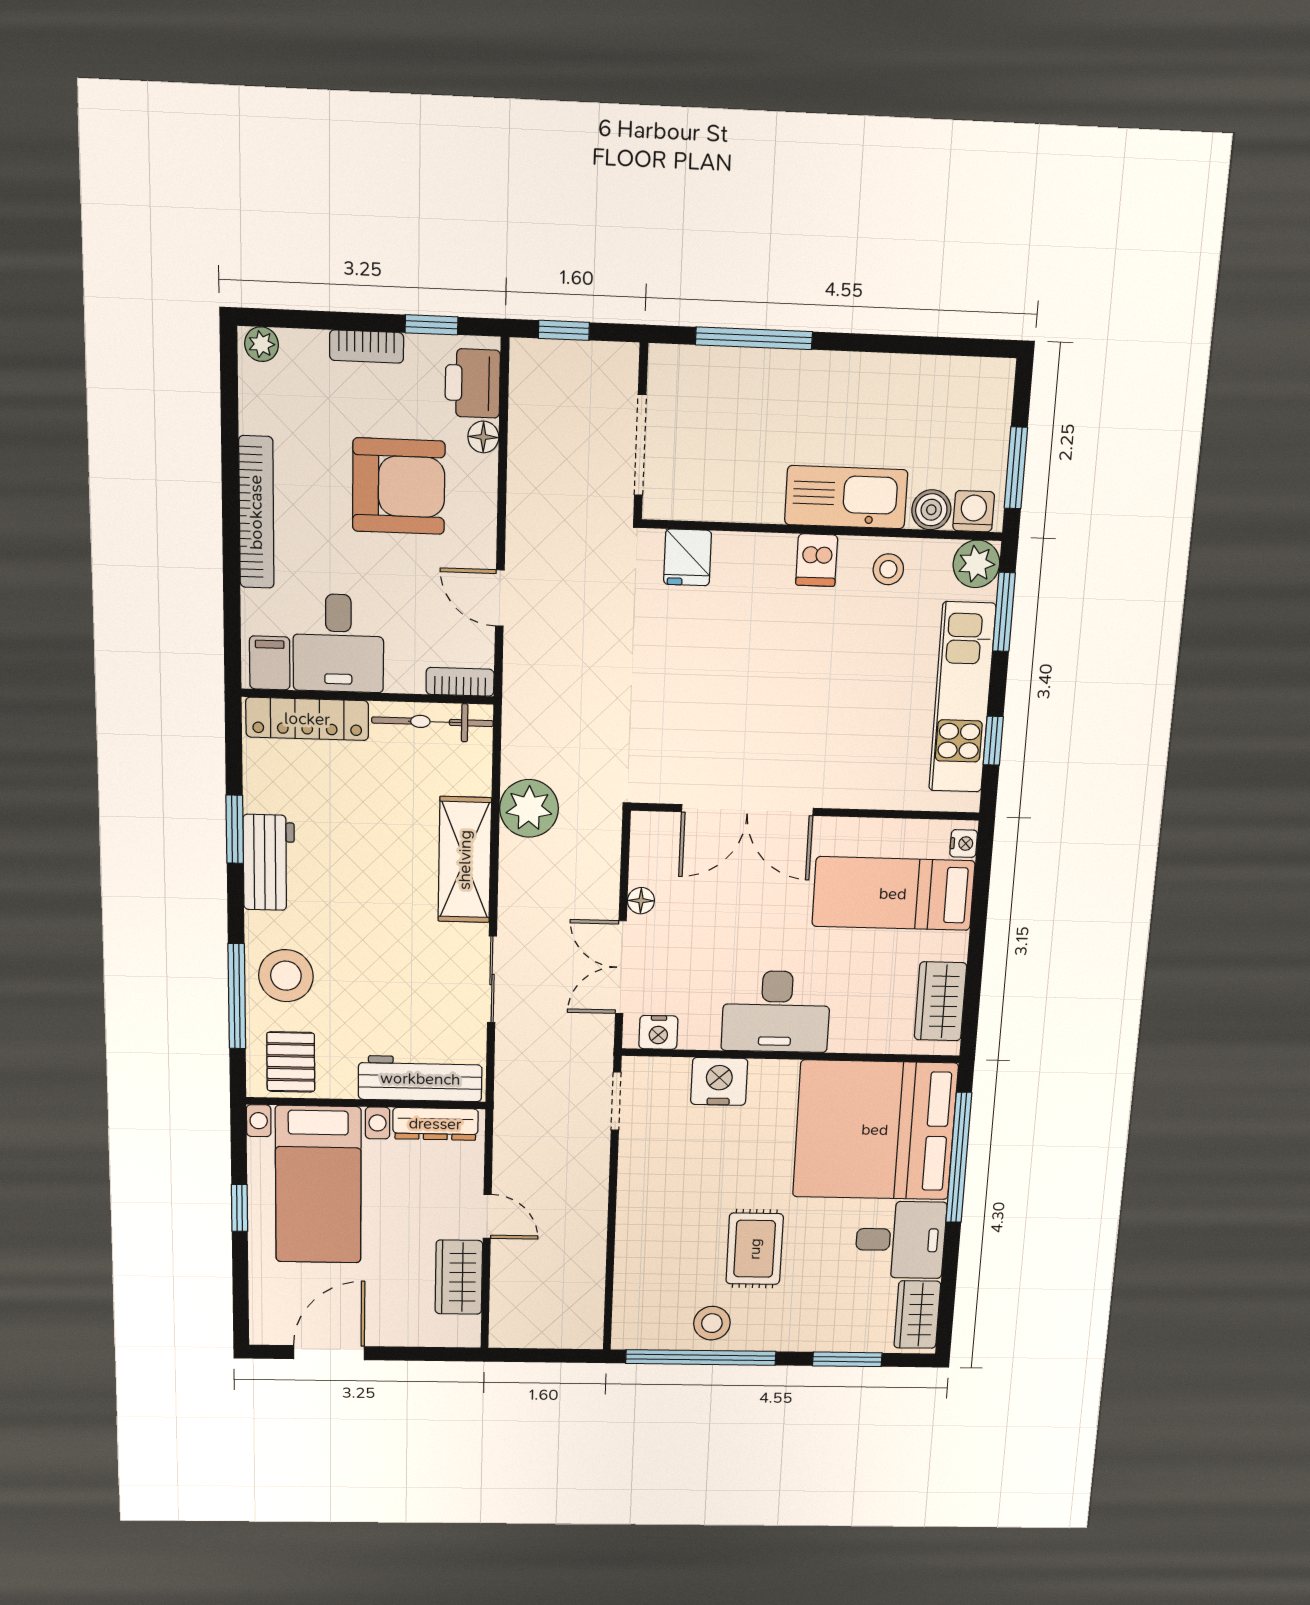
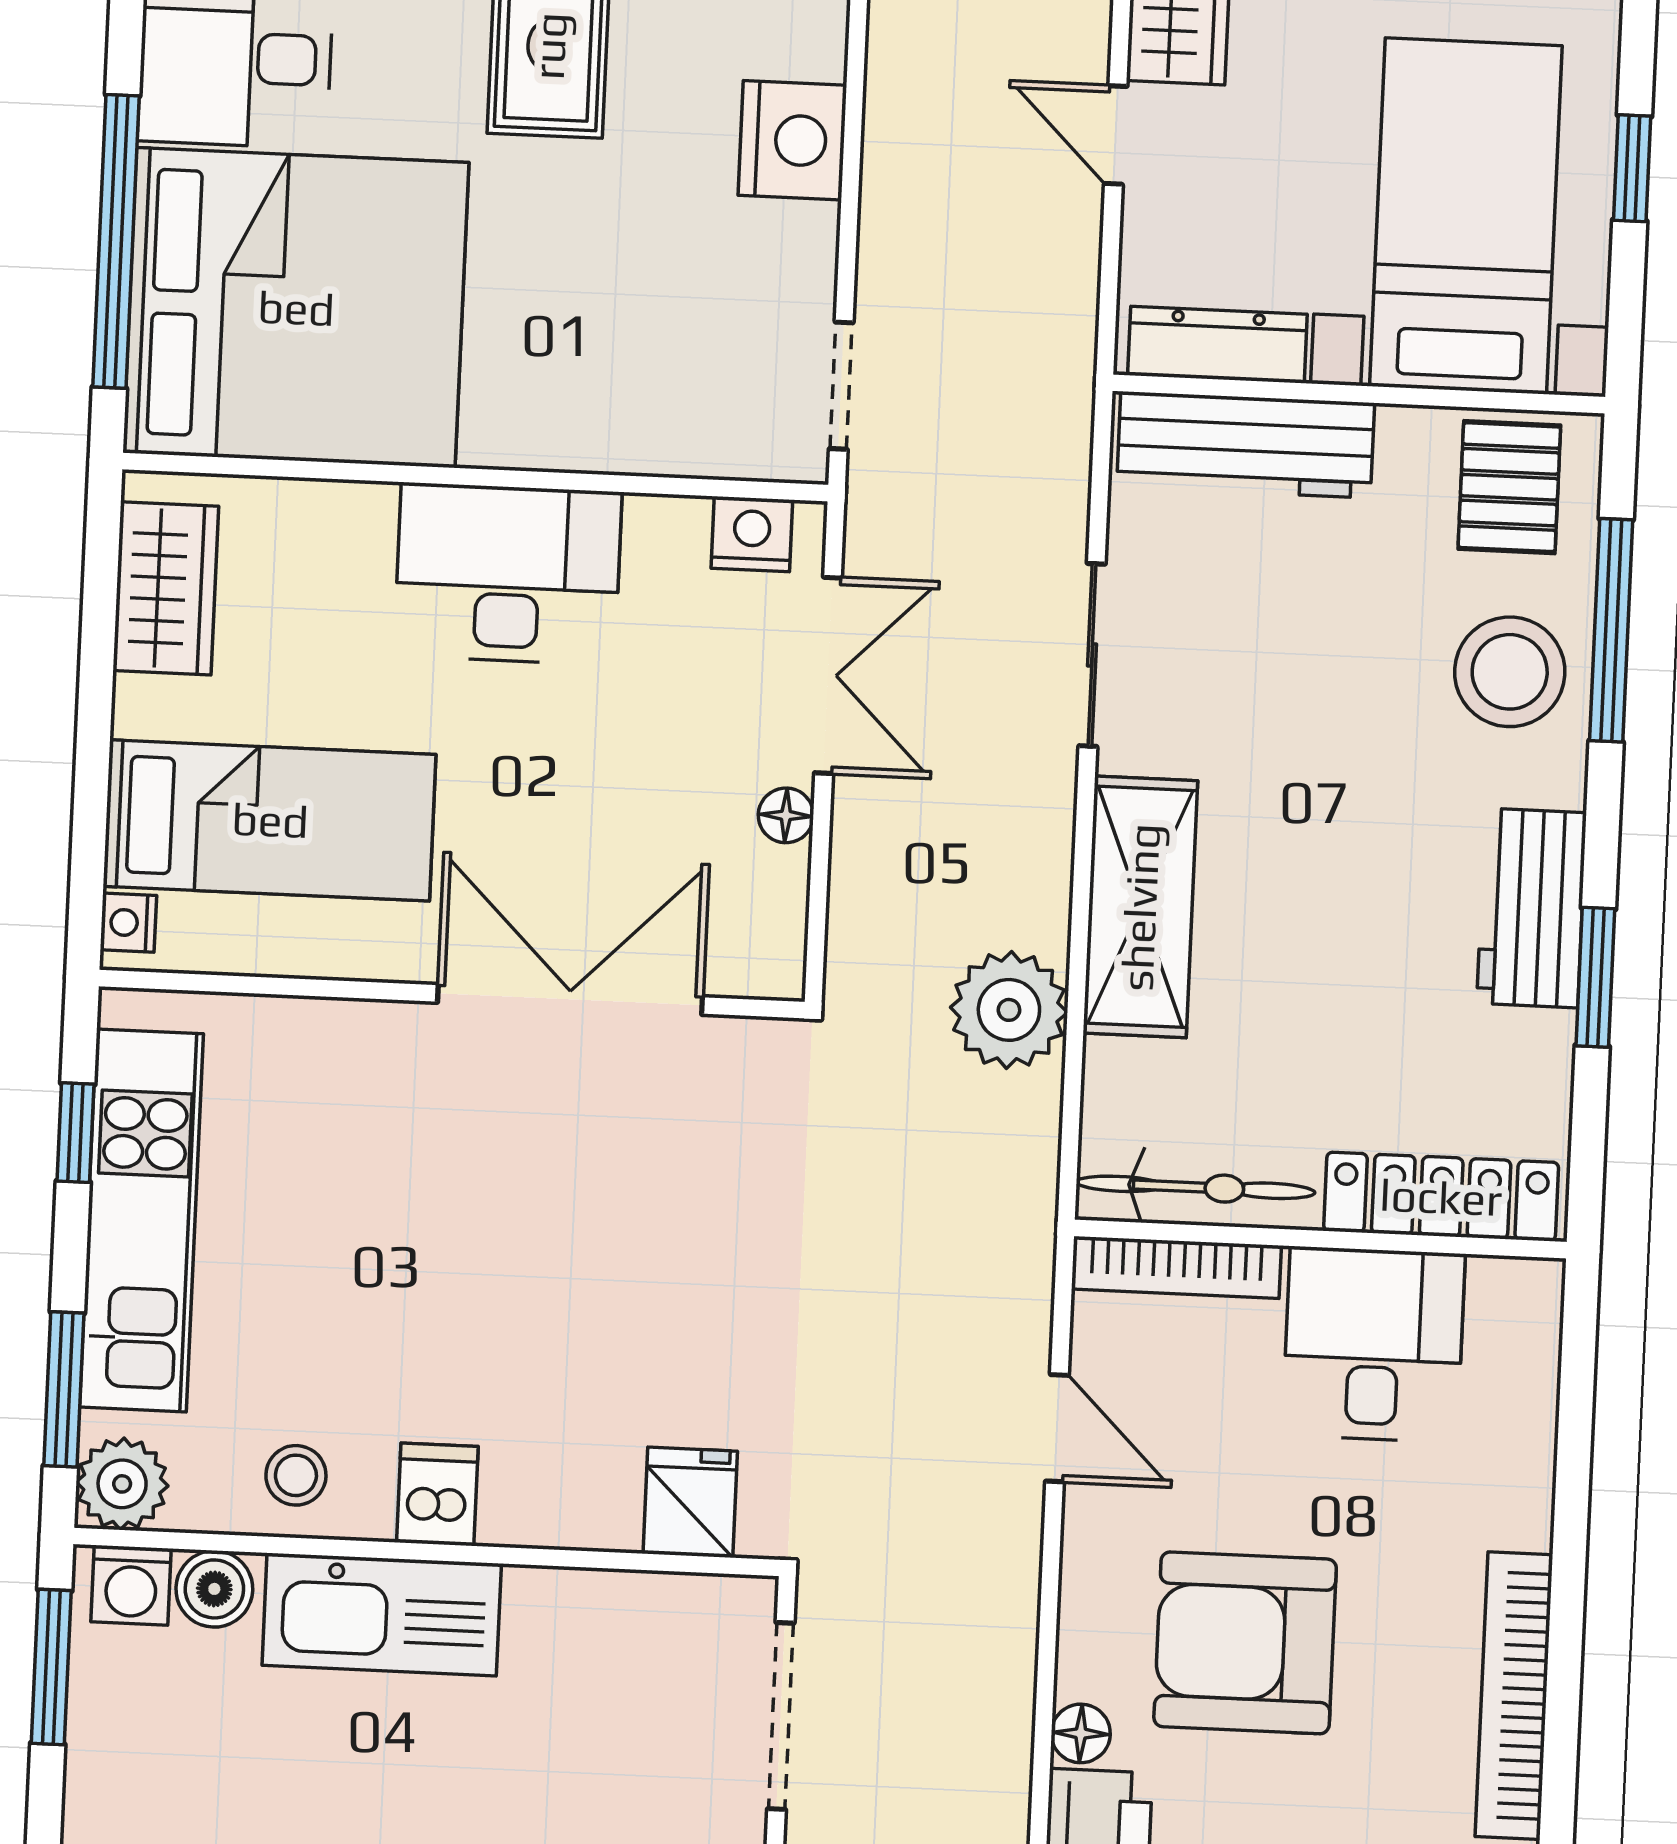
bookcase: (256, 512) -> (1514, 1696), moved
filing cabinet: (270, 663) -> (1508, 1308), removed
bookcase: (460, 682) -> (1176, 1267), width x1.56
nightstand: (719, 1081) -> (792, 140), moved, turned -90

